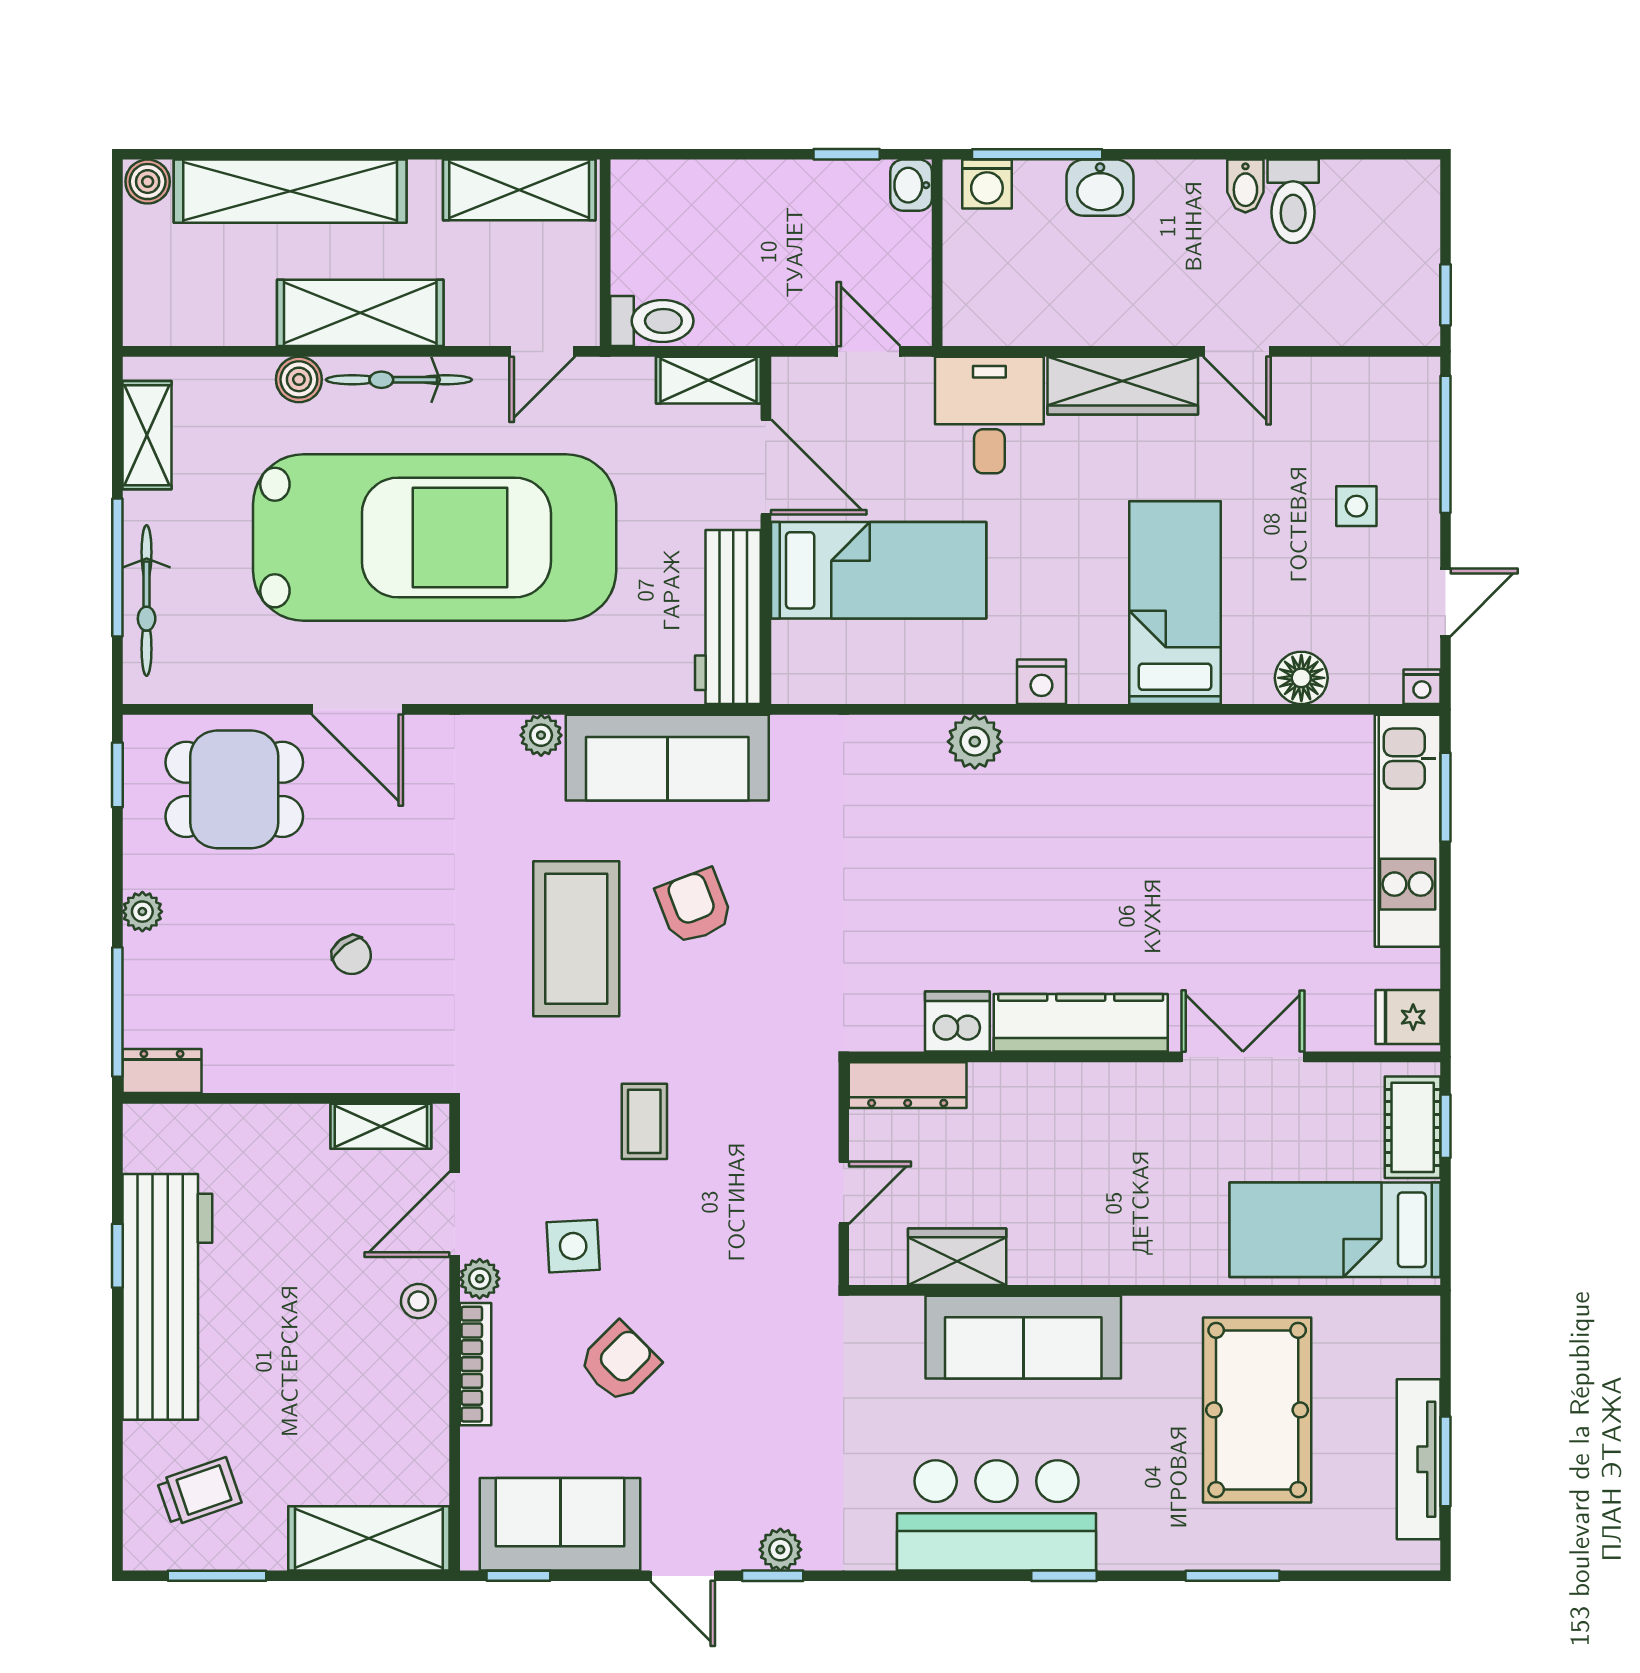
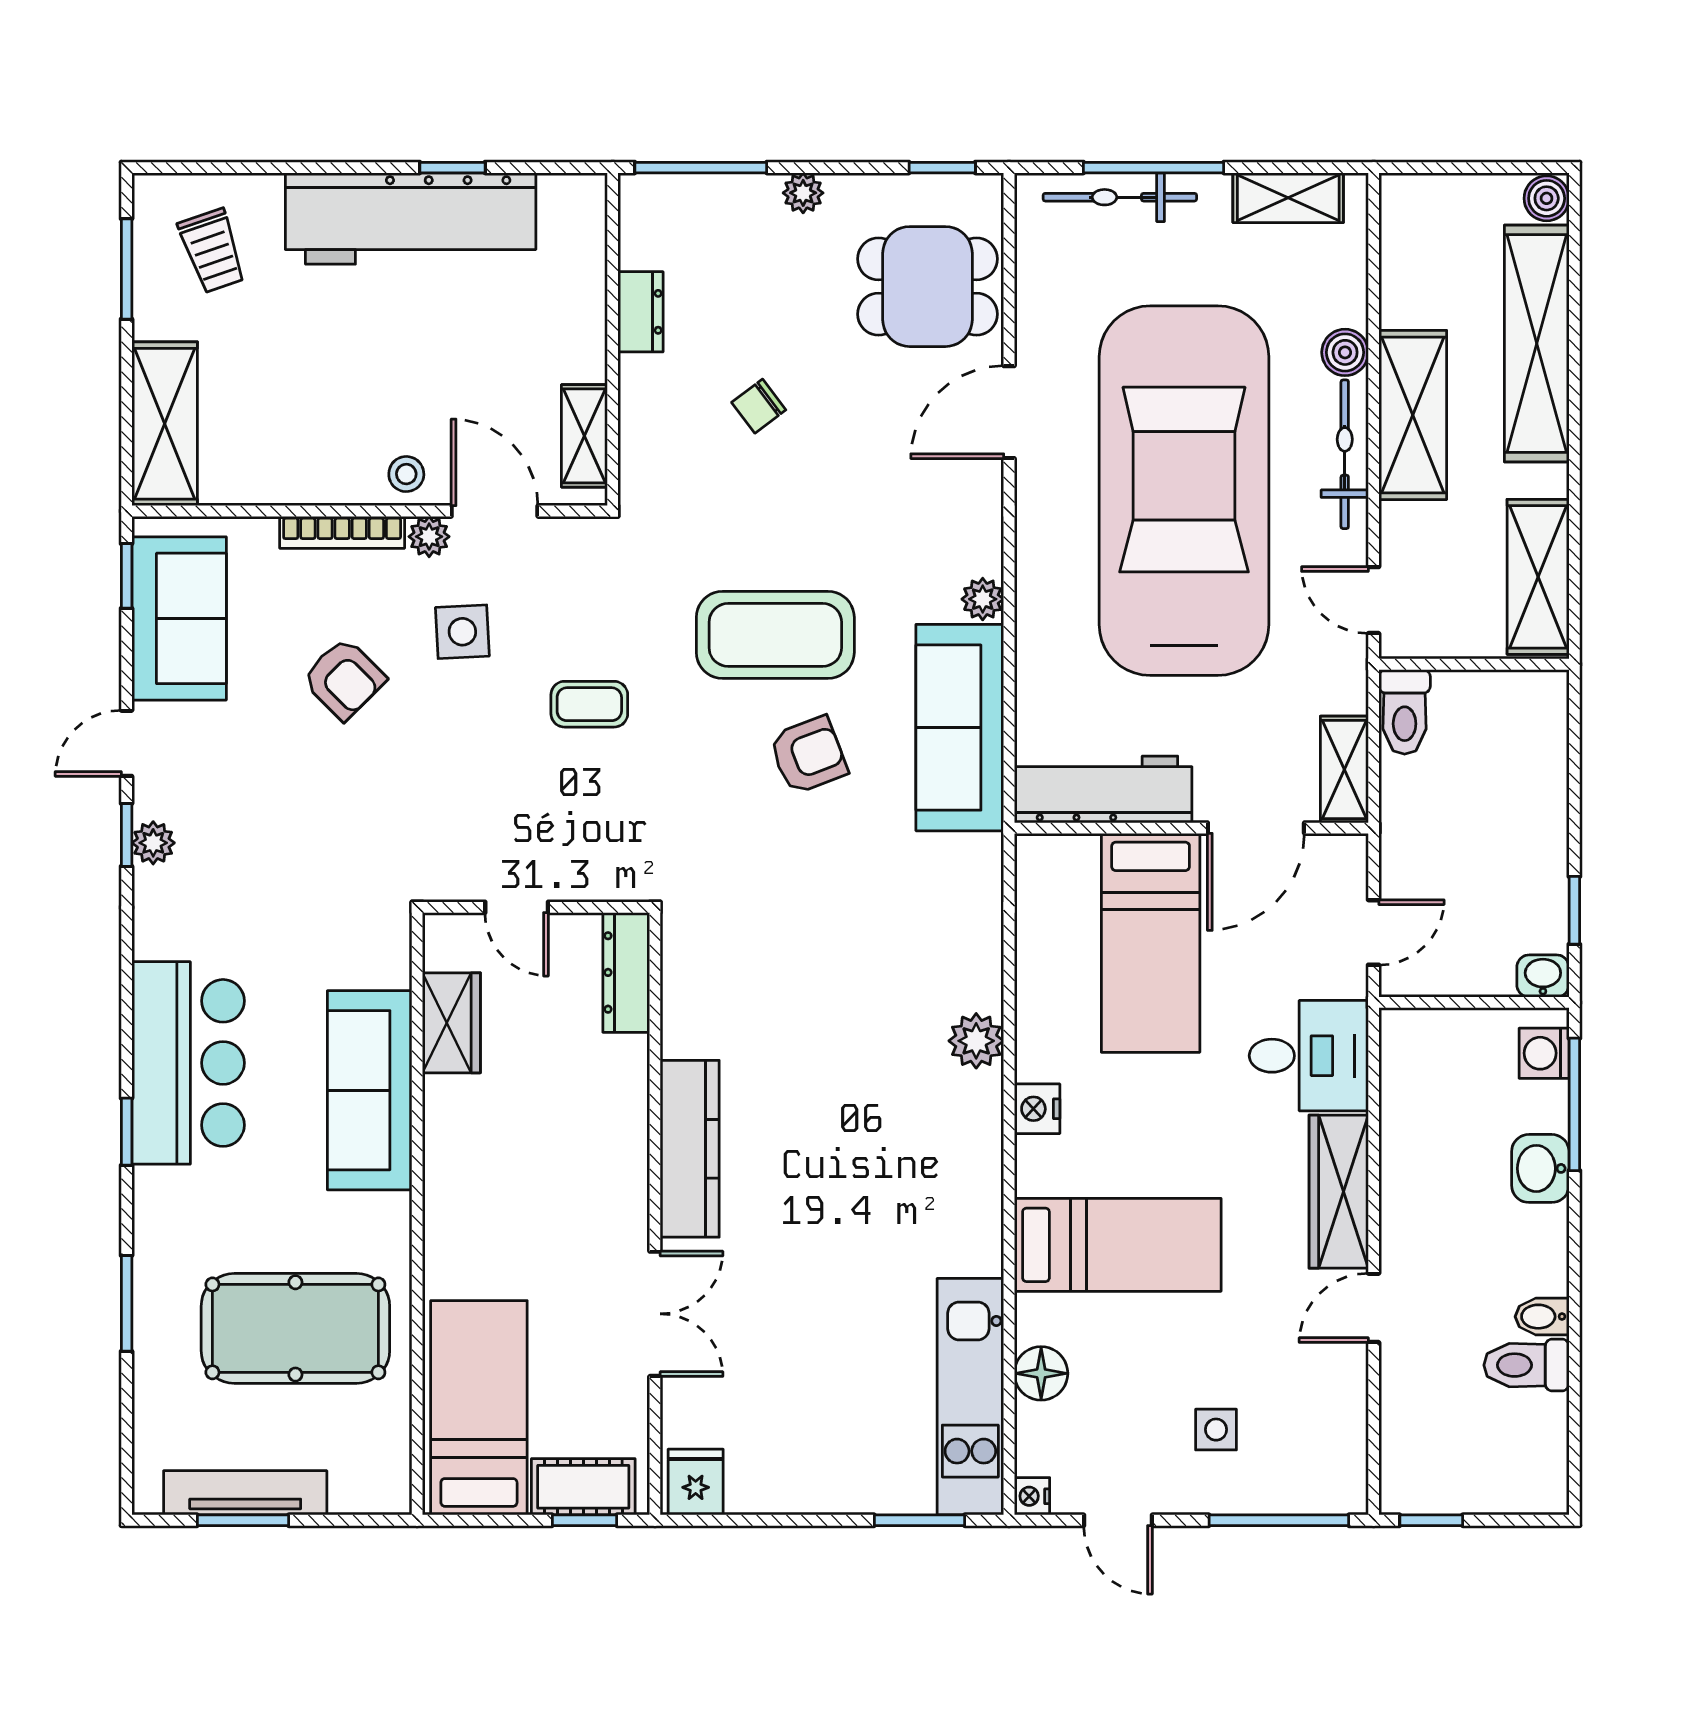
car: (435, 538) -> (1184, 491), turned 180
dining table: (234, 789) -> (927, 287), turned 90
kitchen unit: (1408, 831) -> (970, 1397), moved, turned -90
dishwasher: (957, 1022) -> (691, 1023), removed
dresser: (162, 1071) -> (641, 312), moved

